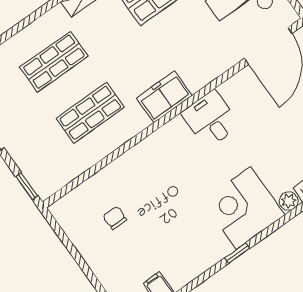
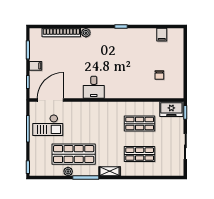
freezer: (164, 97) -> (171, 109), moved
corner desk: (243, 208) -> (106, 43), removed

